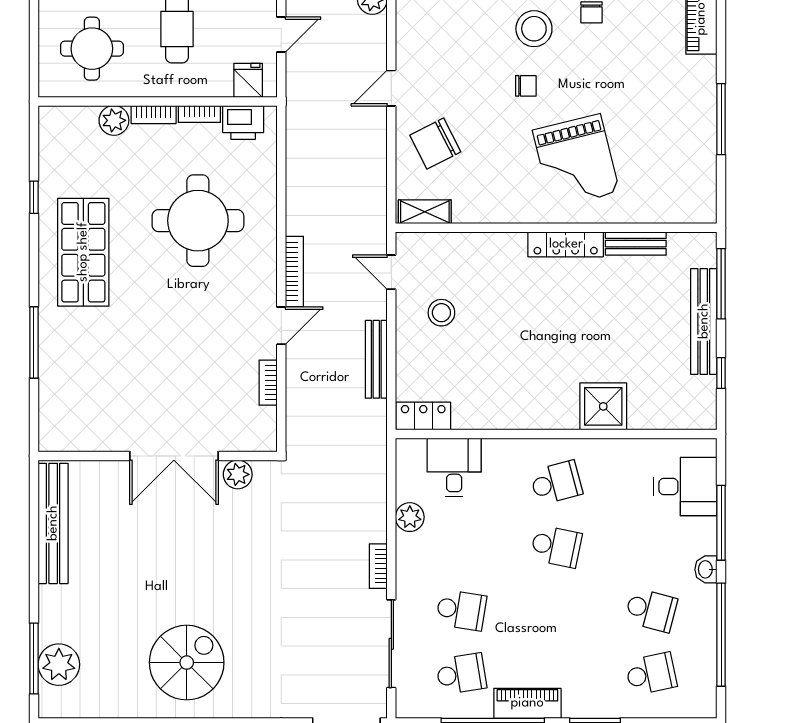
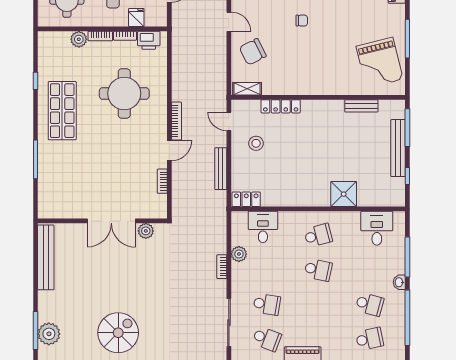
fridge: (248, 80) -> (136, 18), moved
door: (391, 88) -> (229, 22), swing flipped
grand piano: (576, 161) -> (380, 63), moved
locker: (566, 244) -> (281, 106), moved
desk: (685, 486) -> (377, 228), moved, turned -90
bookcase: (378, 566) -> (222, 267), moved
school desk: (461, 674) -> (267, 339), turned 30

